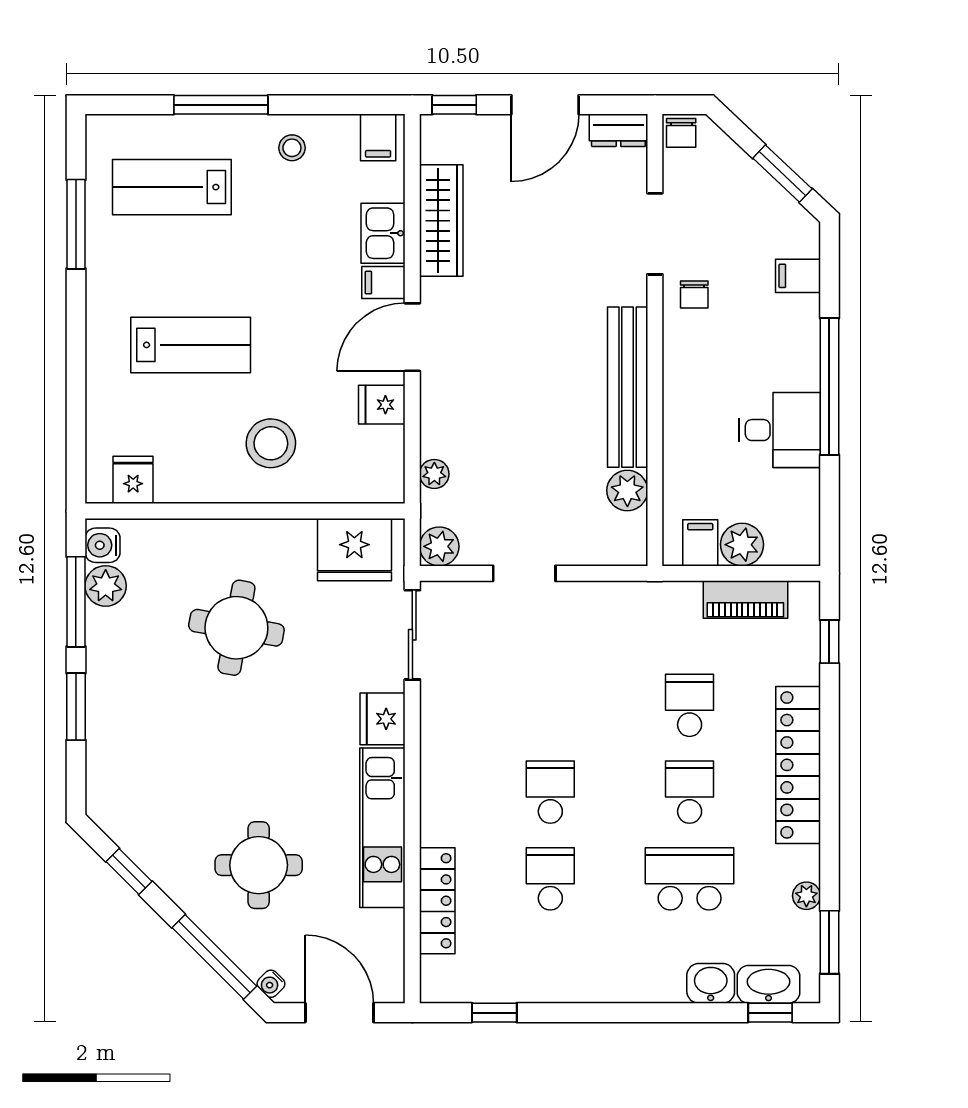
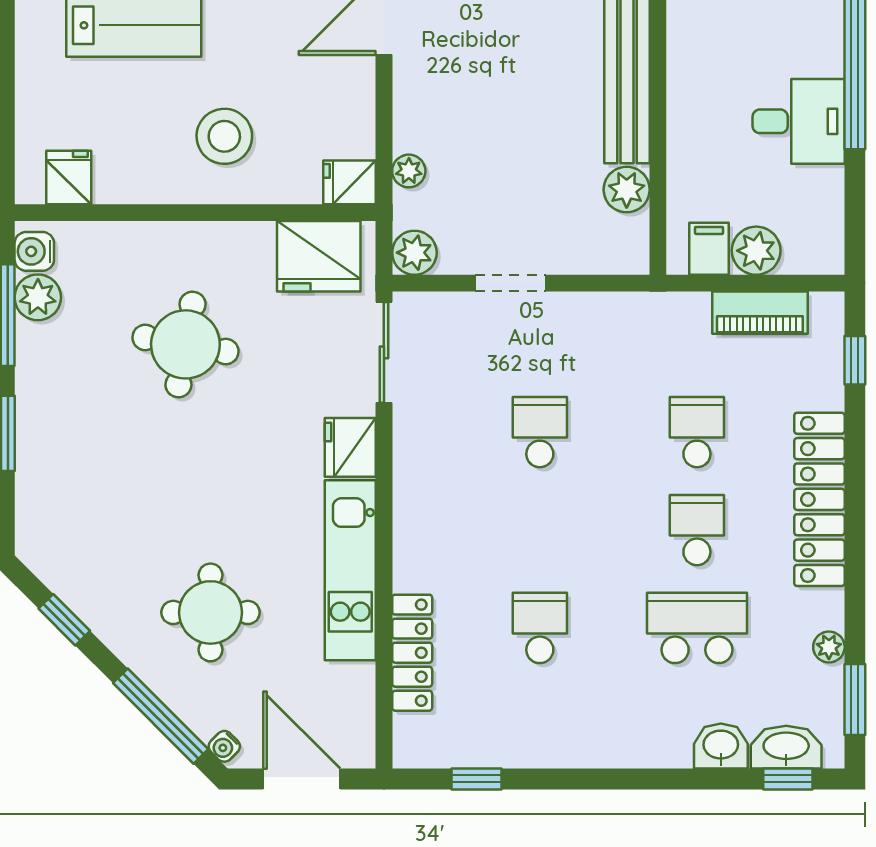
fridge: (382, 405) -> (349, 182), moved
school desk: (550, 792) -> (540, 432), moved

